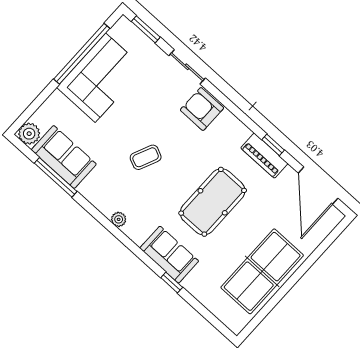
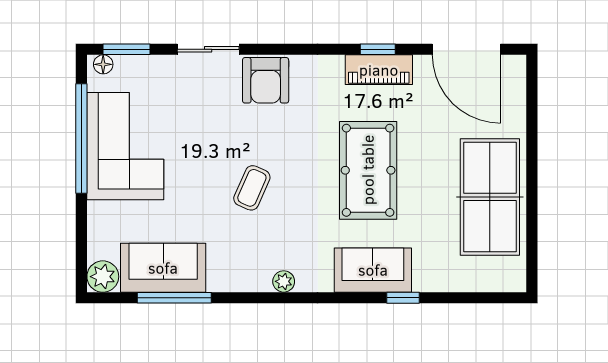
floor lamp: (127, 26) -> (103, 64), added
armchair: (202, 109) -> (266, 80), turned -90

